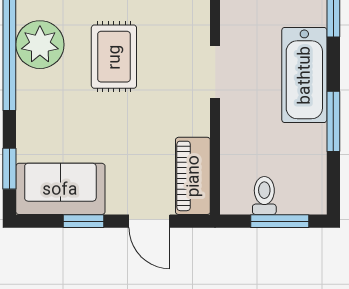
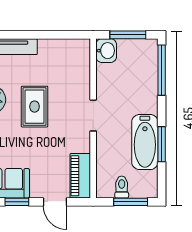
bathtub: (304, 75) -> (145, 142), moved

